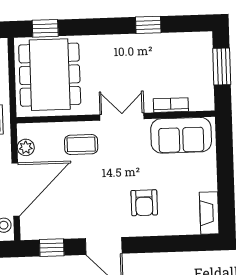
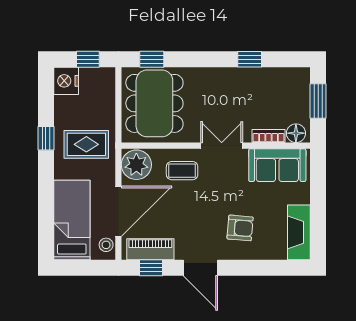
floor lamp: (200, 101) -> (296, 133), added
plant: (26, 147) -> (136, 165), width x1.88, depth x1.88
armchair: (144, 203) -> (240, 228), turned -85
fireplace: (209, 213) -> (299, 232), width x1.37, depth x1.32
piano: (51, 228) -> (150, 249), added

